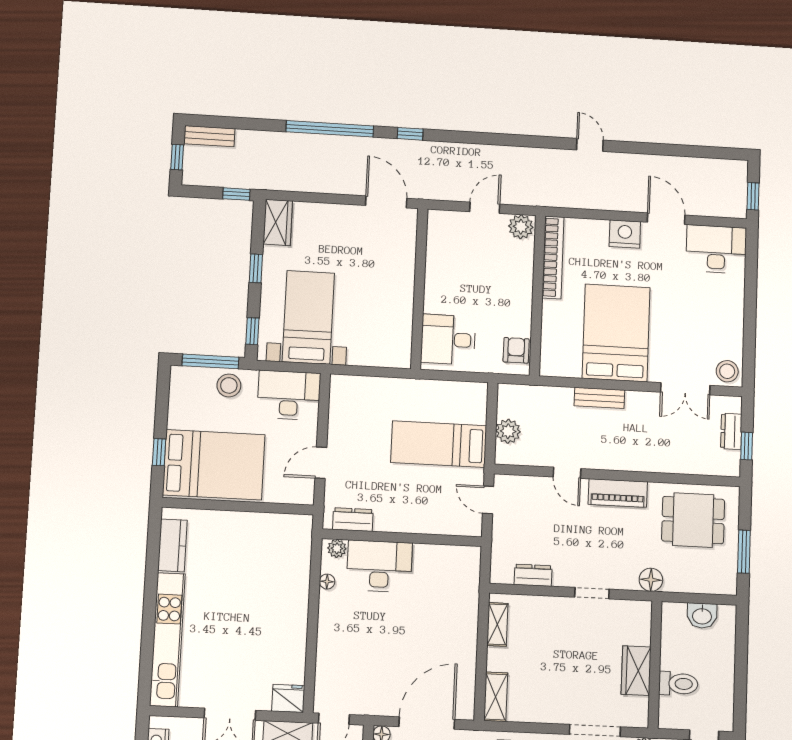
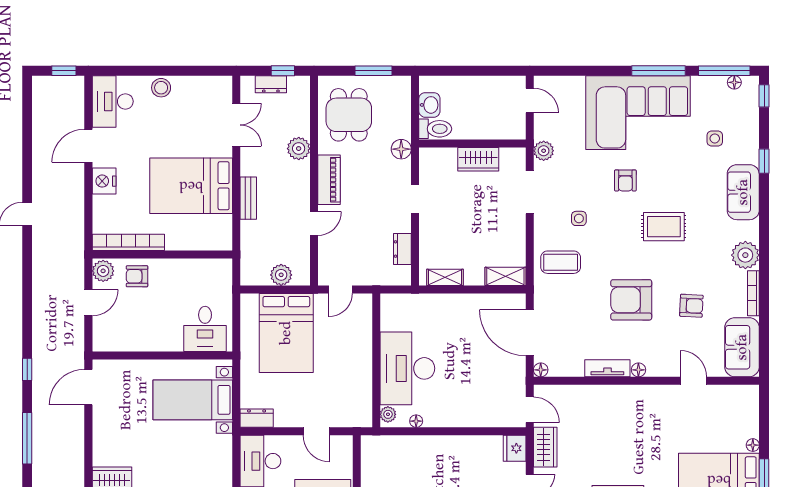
window: (330, 129) -> (27, 438), width x0.68
door: (485, 208) -> (88, 303), swing flipped
bed with nightstands: (308, 317) -> (193, 400), moved
armchair: (516, 350) -> (137, 276), moved
stool: (727, 371) -> (161, 88), moved
bed: (439, 444) -> (286, 333), width x1.50
plant: (655, 460) -> (299, 149), added
dresser: (353, 519) -> (257, 418), moved, turned 90
desk: (379, 566) -> (407, 368), width x1.36, depth x1.30
toilet: (678, 684) -> (435, 129), moved, turned 90

